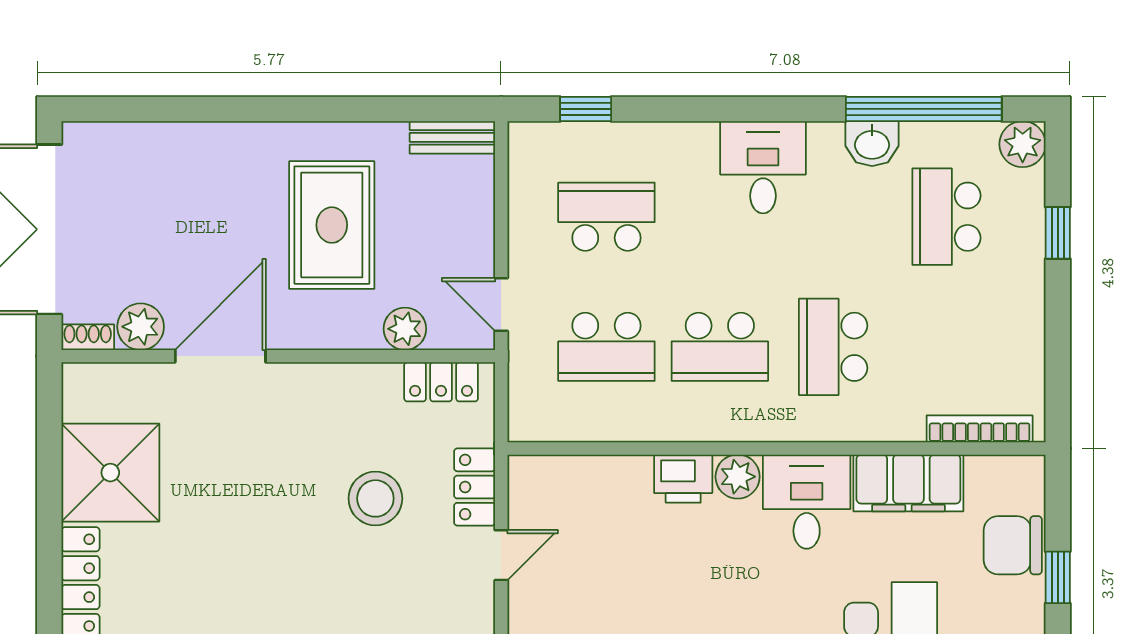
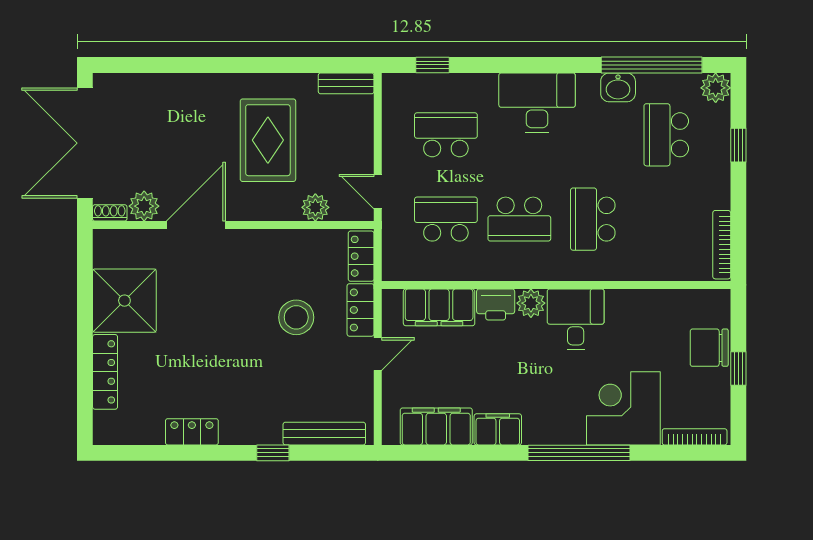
desk: (763, 167) -> (537, 103), width x1.37
school desk: (606, 347) -> (446, 219), turned 180
locker: (441, 382) -> (361, 256), moved, turned 90
bookcase: (980, 429) -> (722, 245), moved, turned -90
filing cabinet: (908, 483) -> (439, 307), moved

